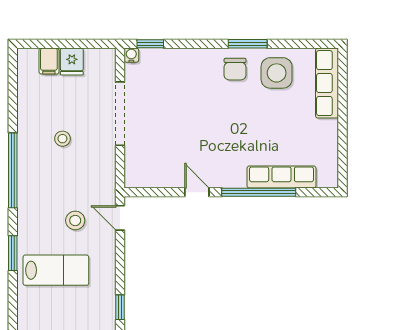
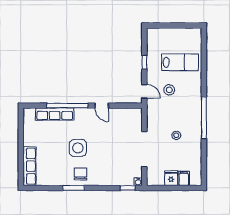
side table: (277, 73) -> (78, 148), moved
window: (13, 253) -> (204, 72), removed
lab bench: (56, 270) -> (180, 62), turned 180
window: (120, 307) -> (144, 62), moved

